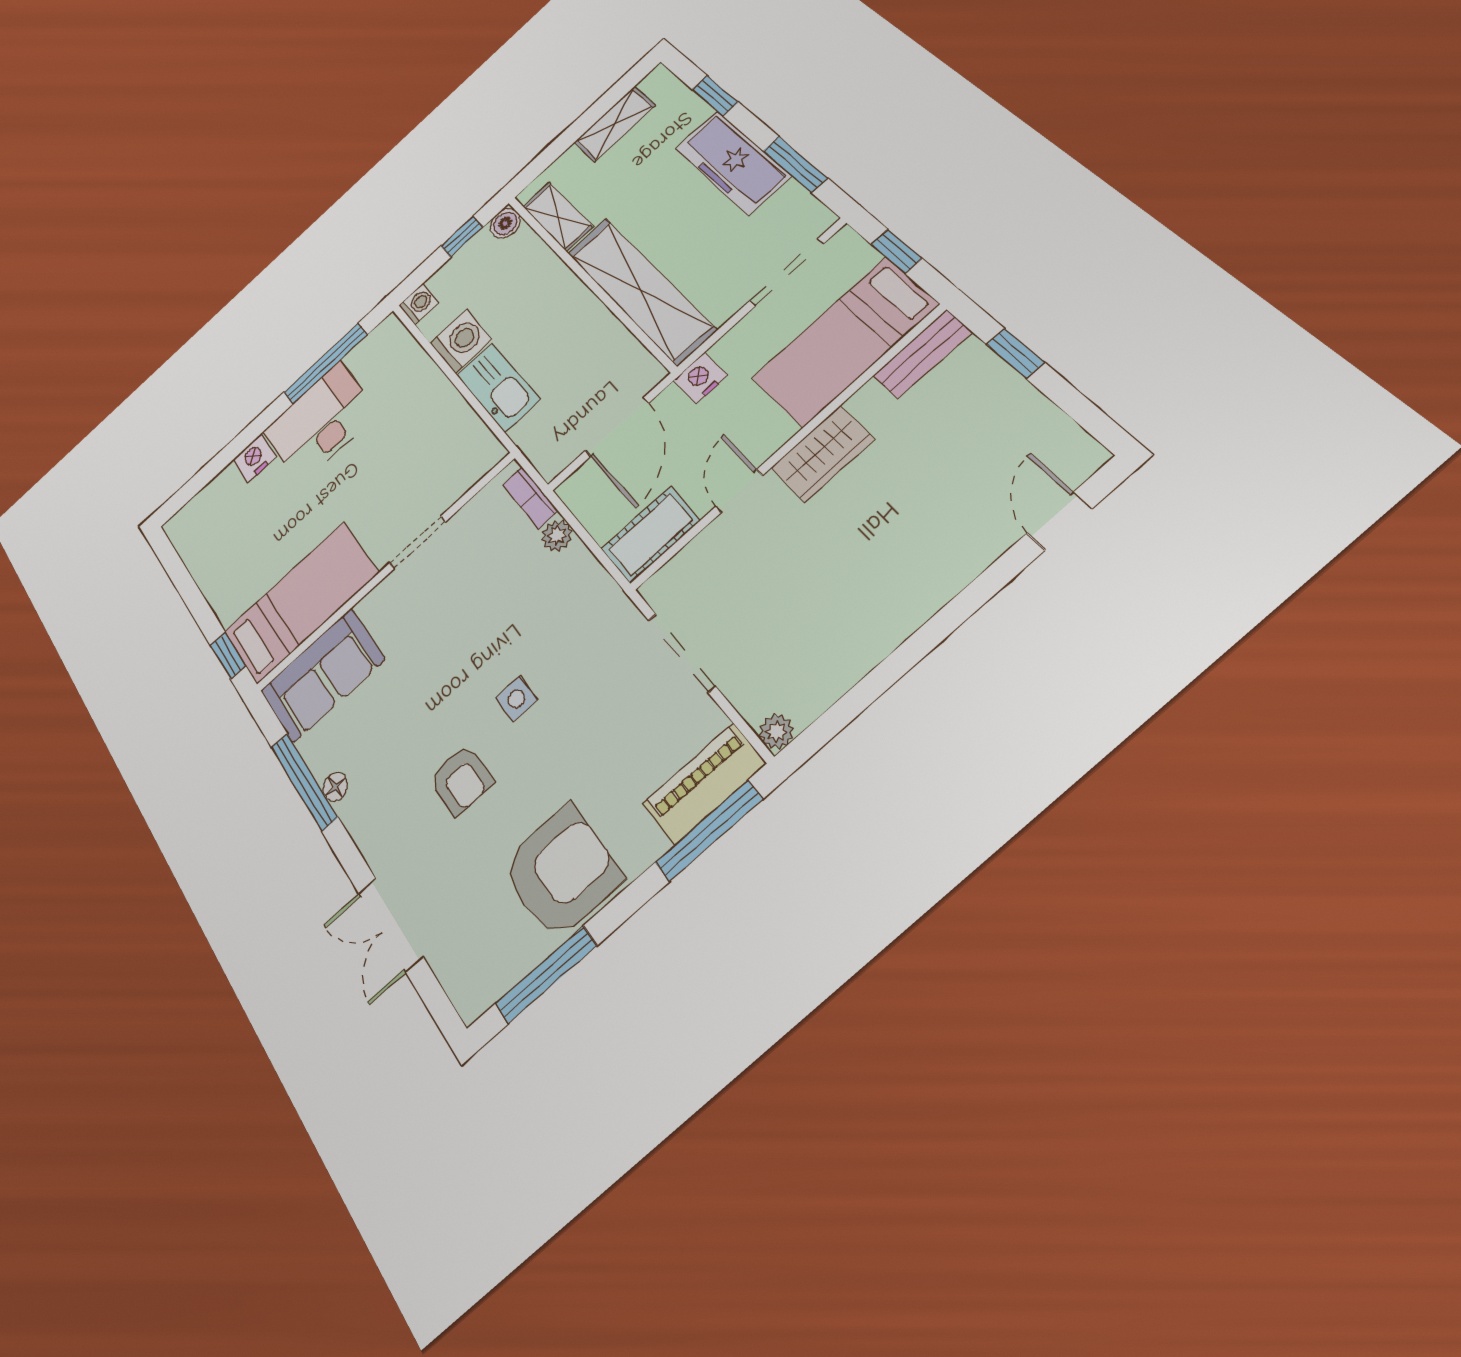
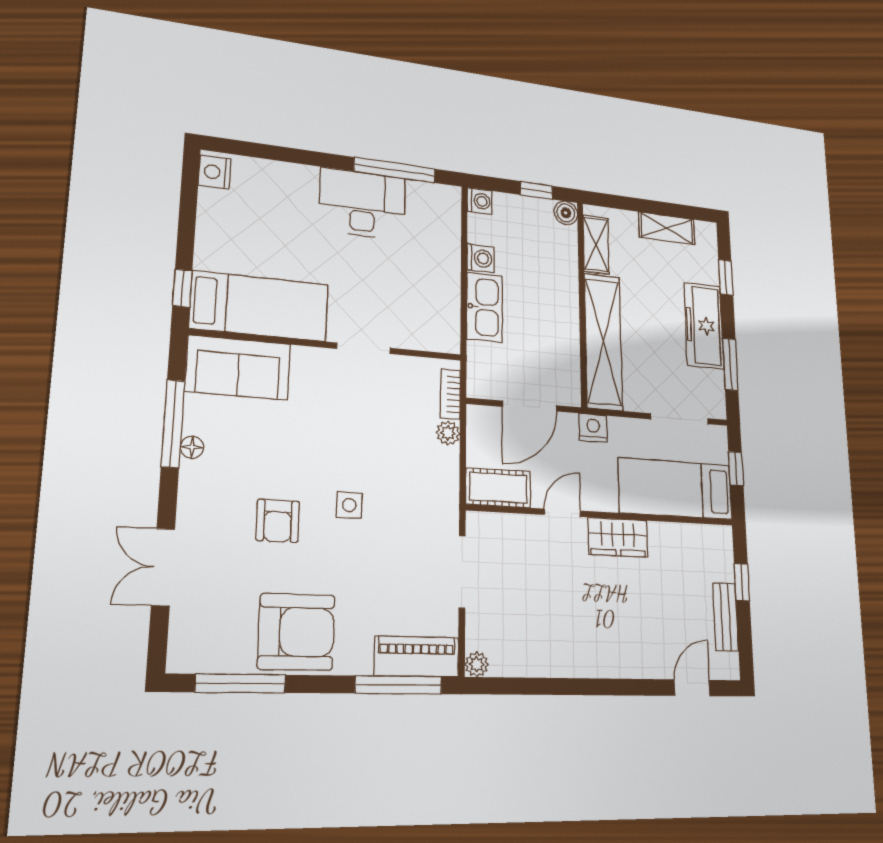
washing machine: (461, 341) -> (480, 258), width x0.73, depth x0.73
bench: (922, 354) -> (726, 617), moved, turned 90
nightstand: (254, 458) -> (215, 172), moved, turned -90

